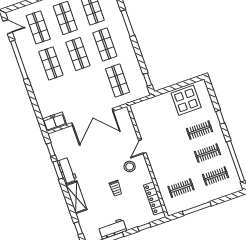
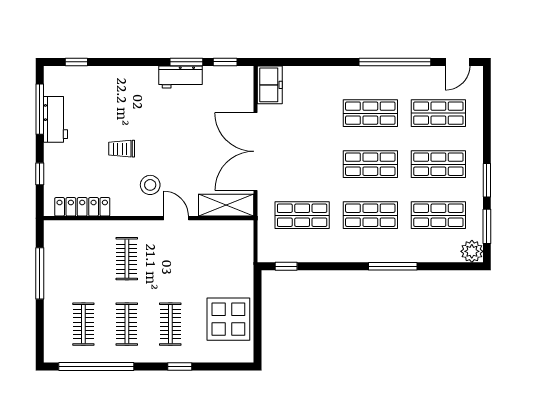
clothes rail: (181, 188) -> (127, 259), moved
shelving: (76, 197) -> (226, 205), moved

